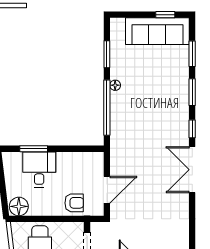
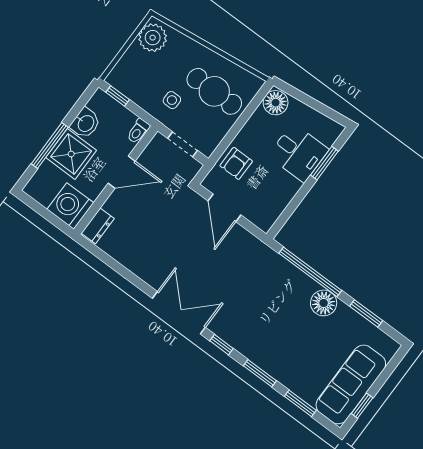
floor lamp: (115, 85) -> (324, 303), width x1.89, depth x1.89

